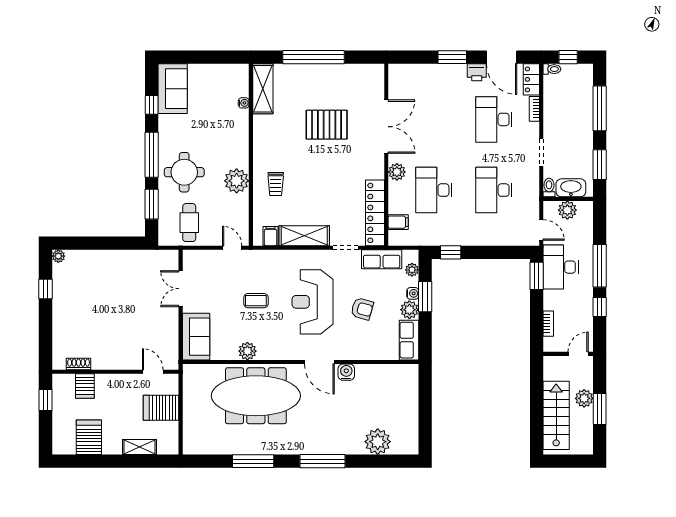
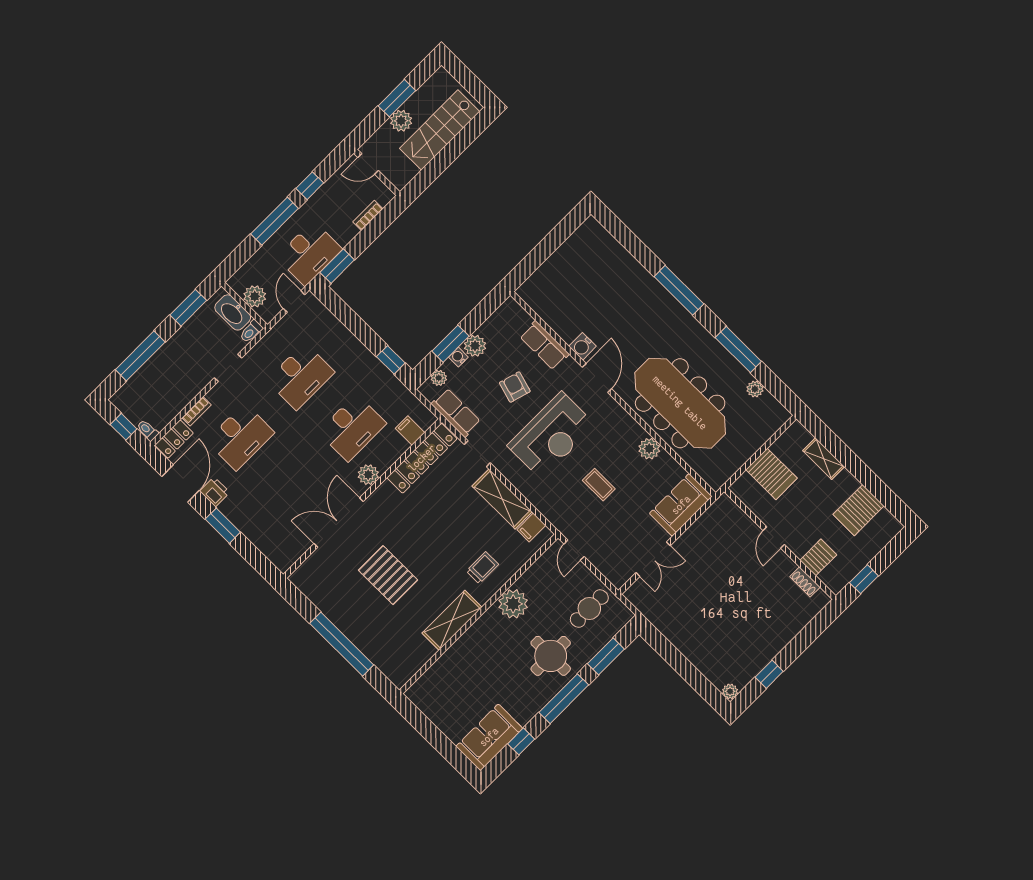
shelving: (263, 89) -> (452, 620), moved
water cooler: (244, 103) -> (441, 665), removed
row of seats: (409, 340) -> (544, 345), moved, turned 90
door: (153, 372) -> (774, 538), moved
plant: (378, 442) -> (755, 389), moved, width x0.53, depth x0.53

